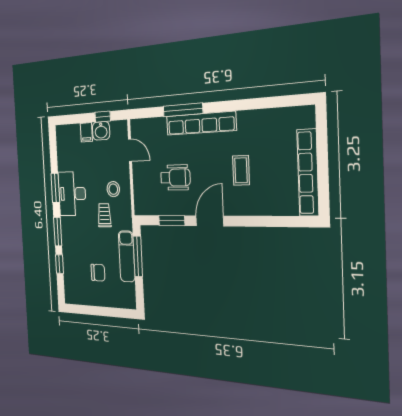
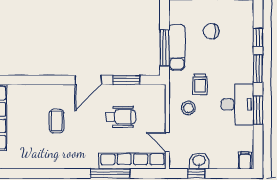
row of seats: (201, 123) -> (132, 161), moved
filing cabinet: (86, 132) -> (245, 160), moved
wheelchair: (175, 178) -> (121, 117), turned 180

